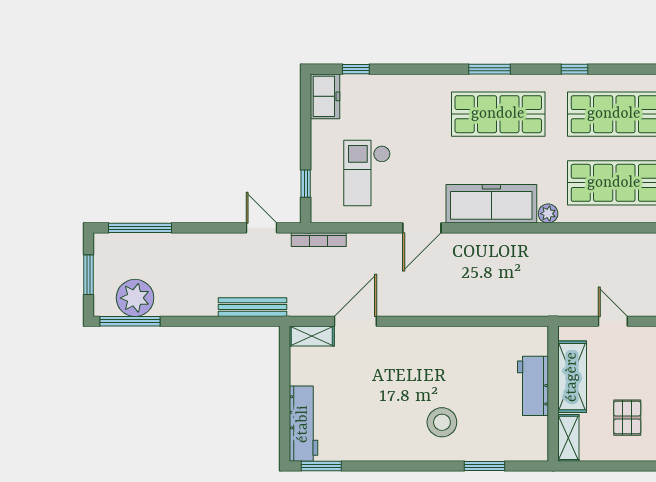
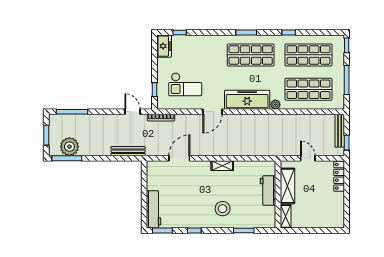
checkout: (367, 173) -> (185, 84), turned -90
shelving: (312, 336) -> (222, 166), moved
pallet: (627, 418) -> (315, 206), removed
window: (385, 466) -> (194, 230), added

